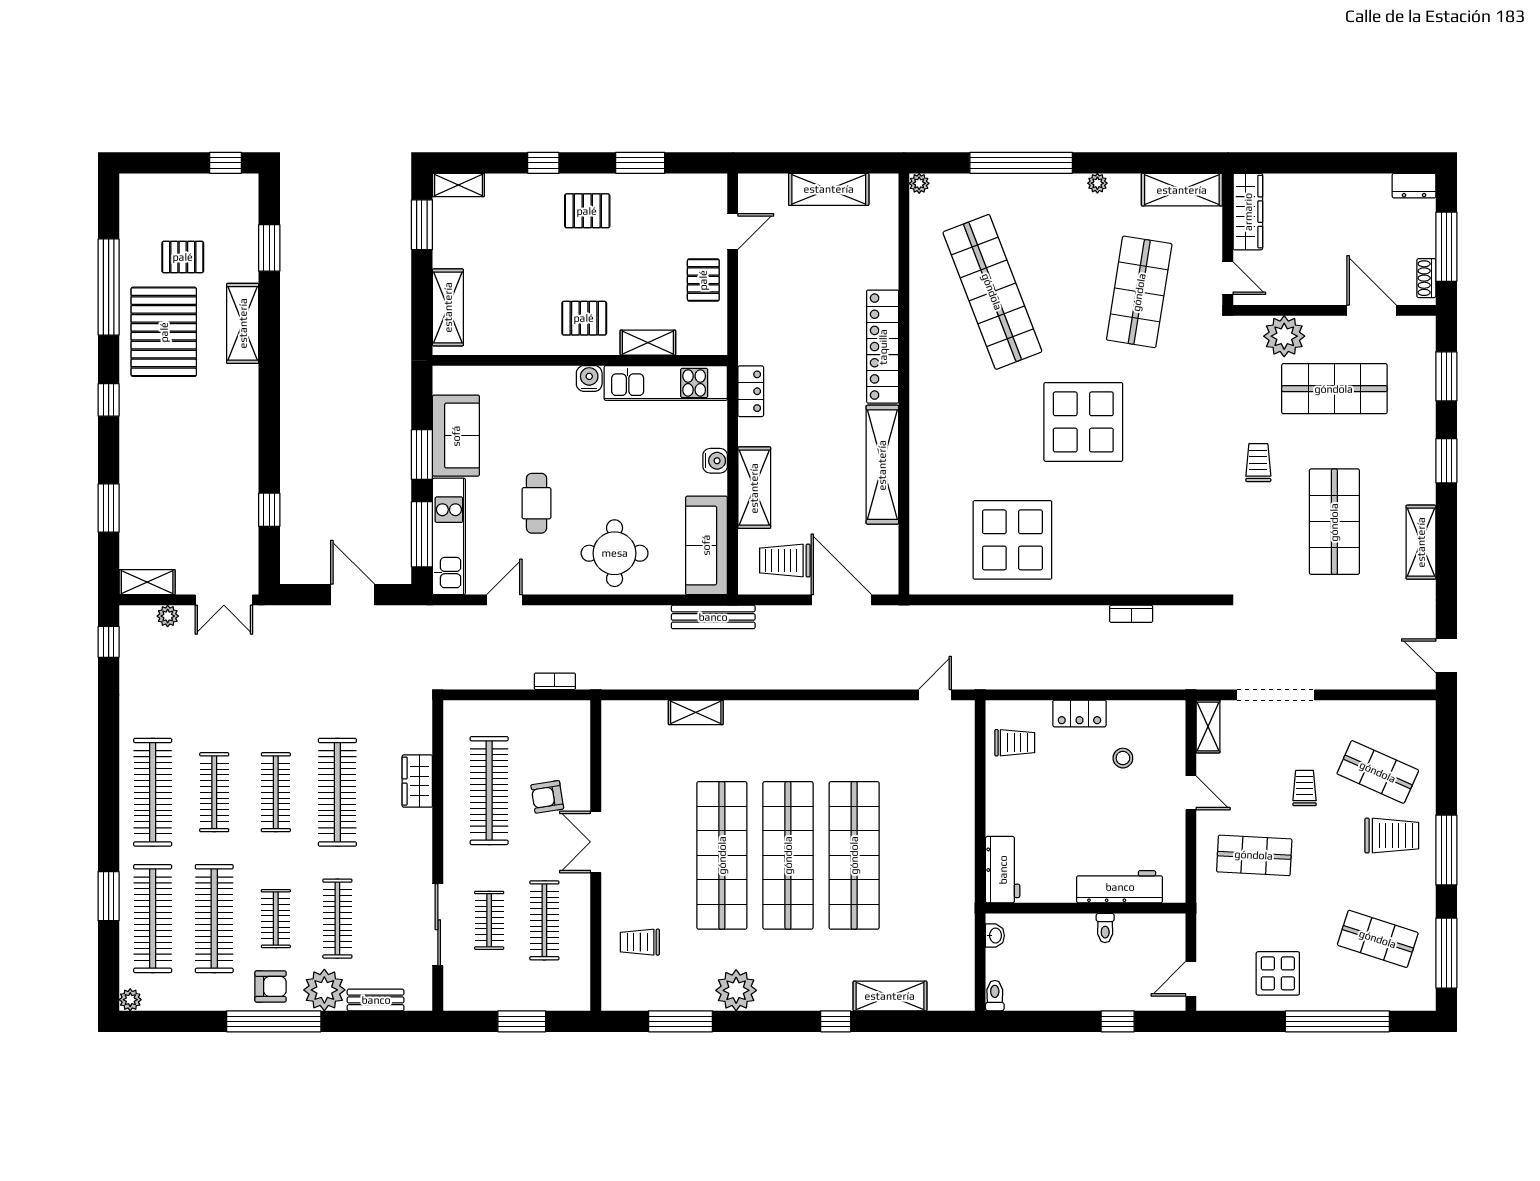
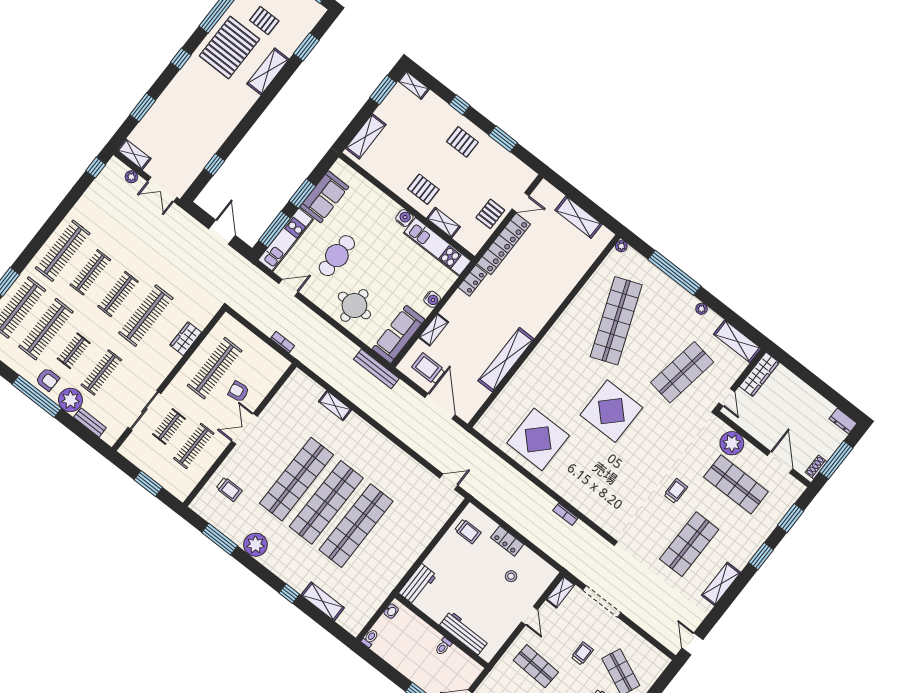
locker: (883, 347) -> (504, 244), moved, turned 180
shelving: (754, 488) -> (434, 330), width x0.67, depth x0.75
cafe table: (537, 503) -> (337, 256), width x1.37, depth x1.35
trolley: (640, 942) -> (229, 489), turned 180

